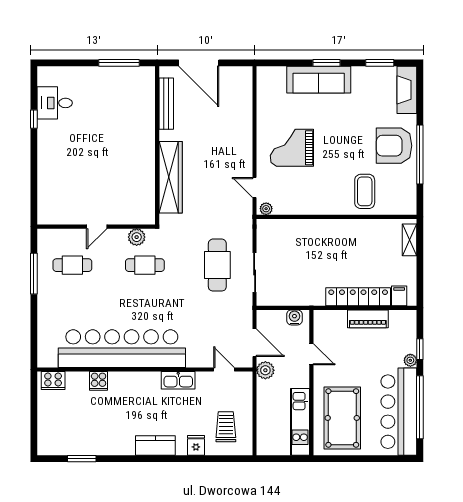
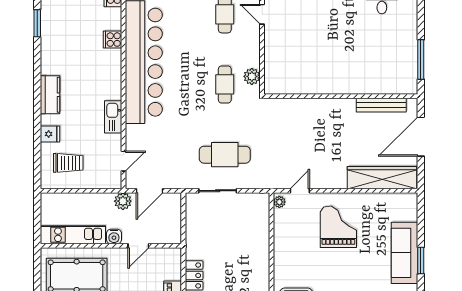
wardrobe: (171, 177) -> (382, 178), moved, turned 180
door: (97, 227) -> (262, 14), moved
water cooler: (294, 317) -> (114, 237), moved, turned 90

